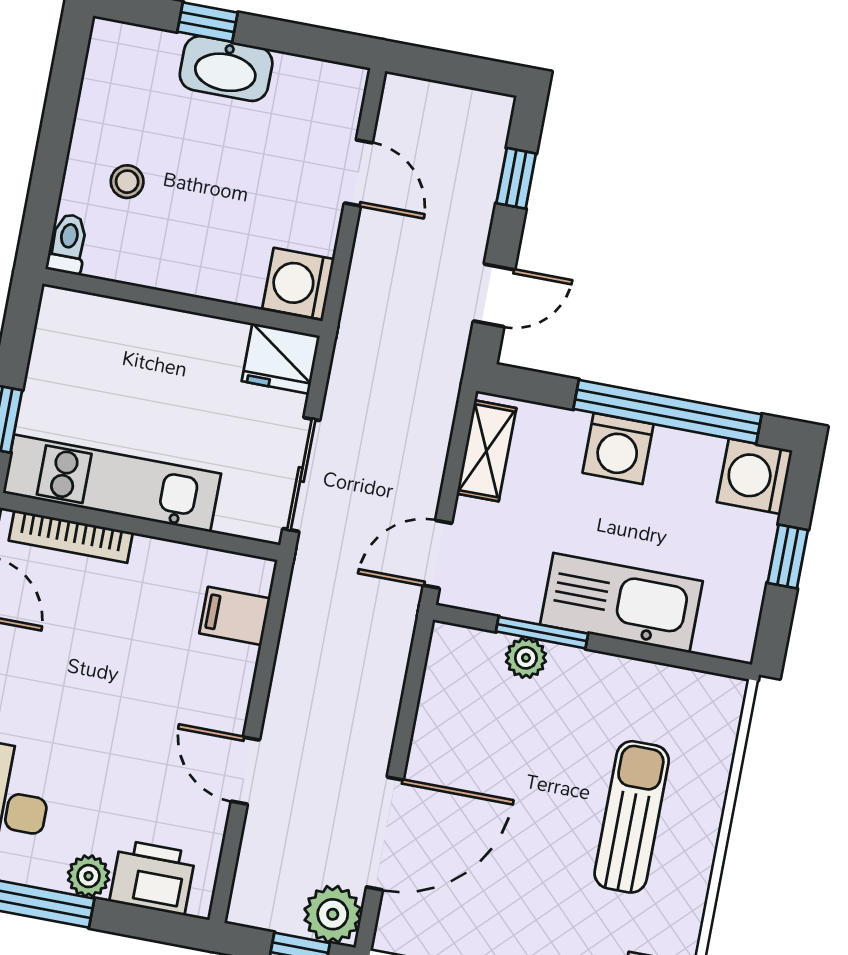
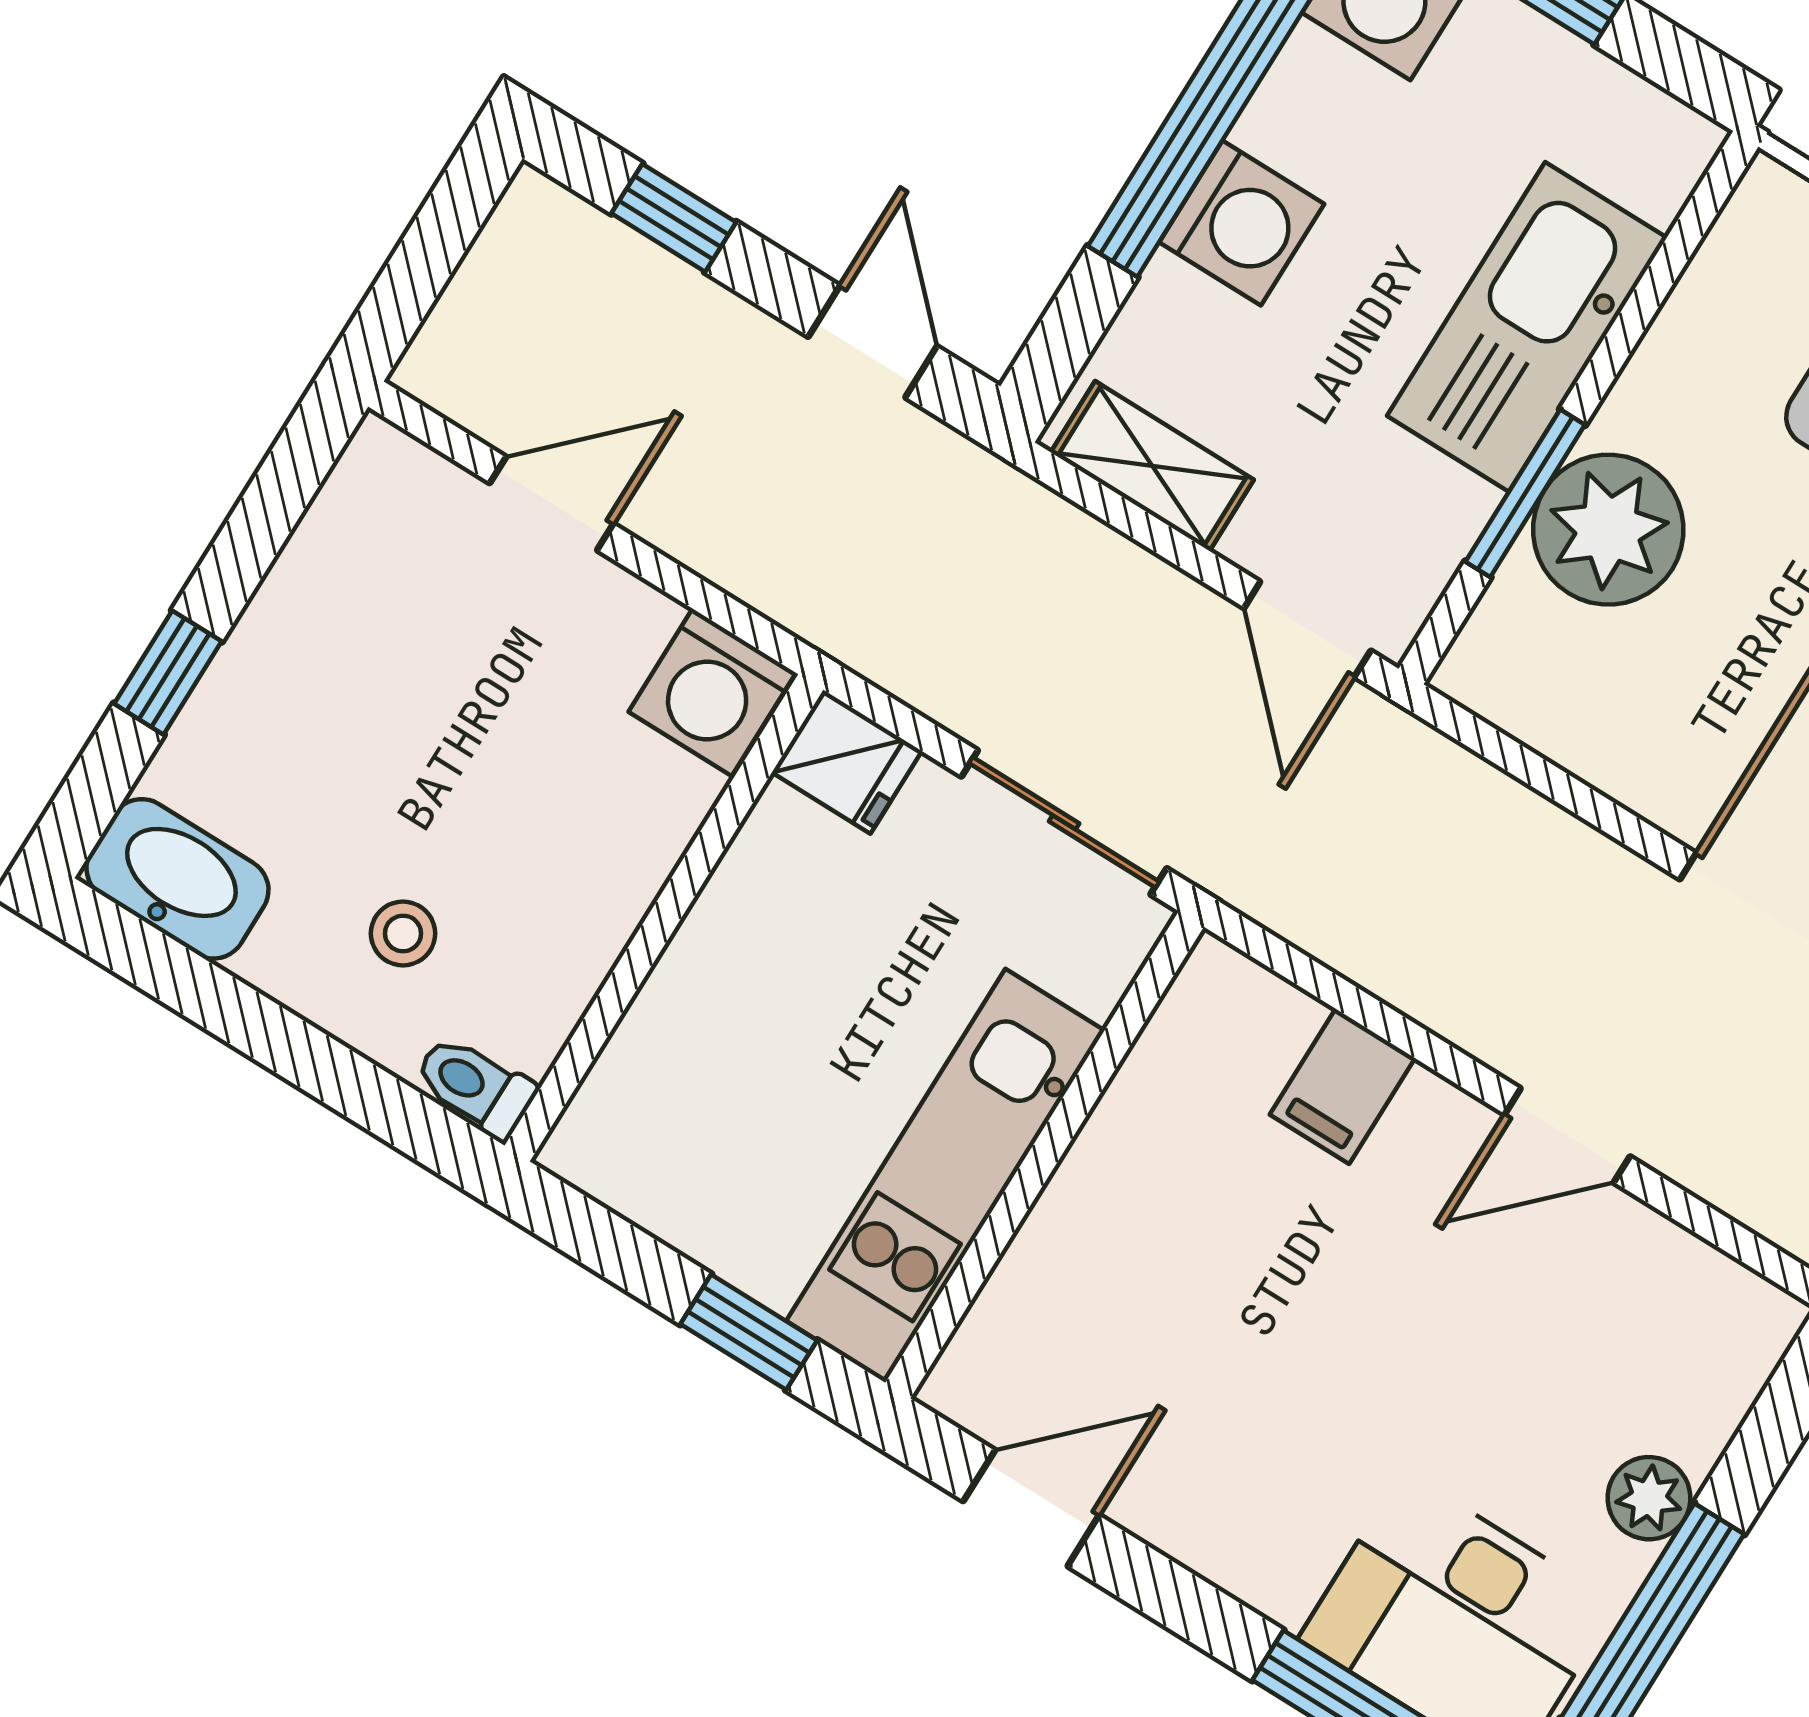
washbasin: (226, 69) -> (177, 879), moved, turned -90
fridge: (281, 359) -> (847, 762), width x0.72
bookcase: (71, 537) -> (1014, 1289), removed
filing cabinet: (235, 616) -> (1342, 1086), moved
plant: (526, 658) -> (1608, 530), width x1.87, depth x1.87
printer: (153, 877) -> (1697, 1382), removed

